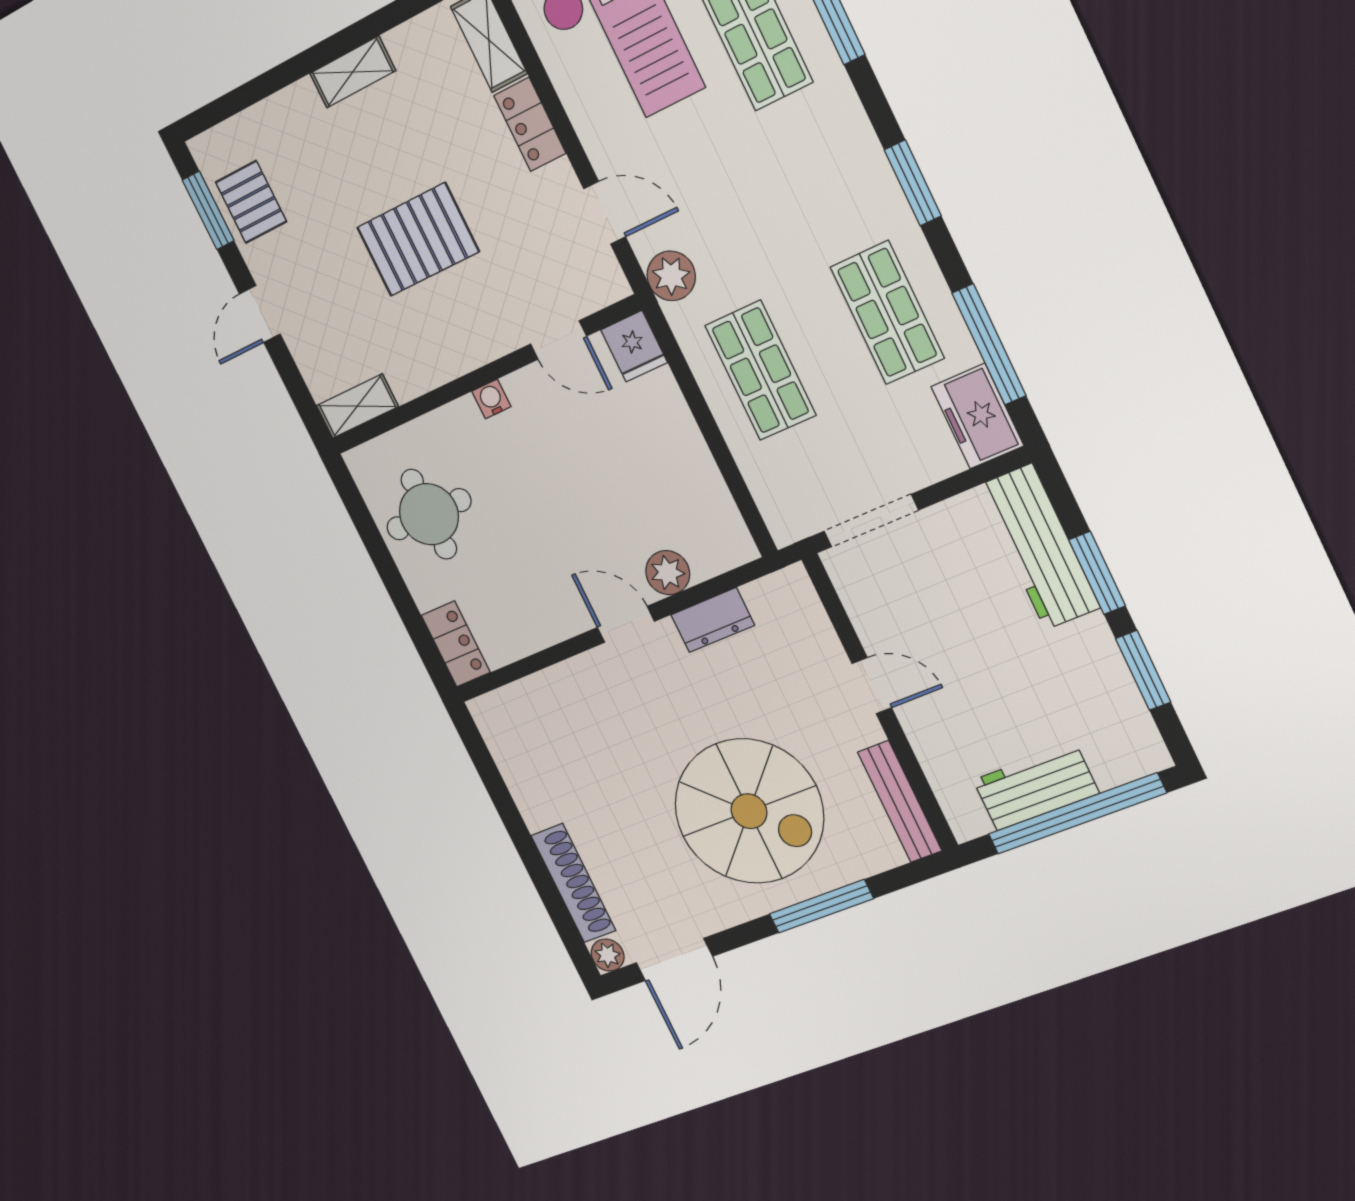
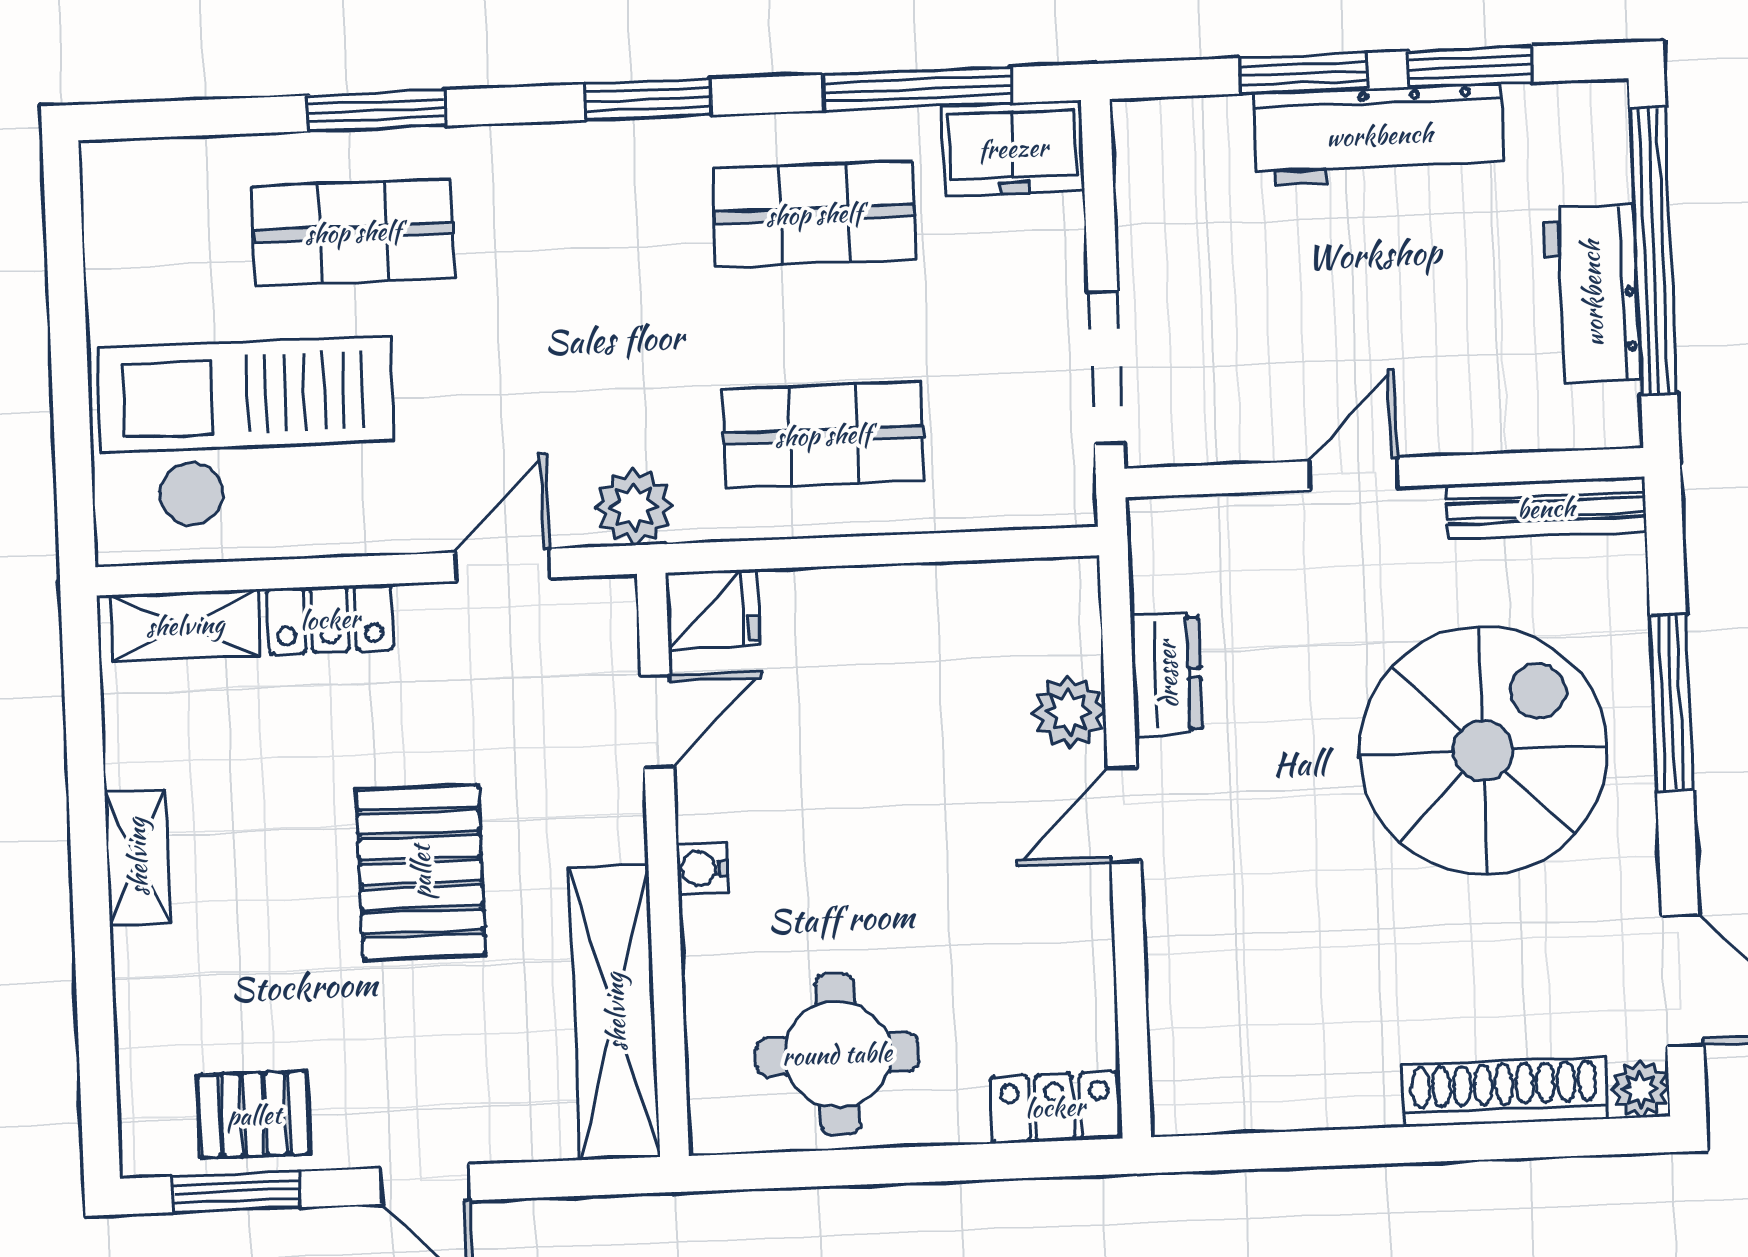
shelving: (357, 406) -> (615, 1012), width x2.20, depth x1.33
workbench: (1039, 547) -> (1379, 135), moved

